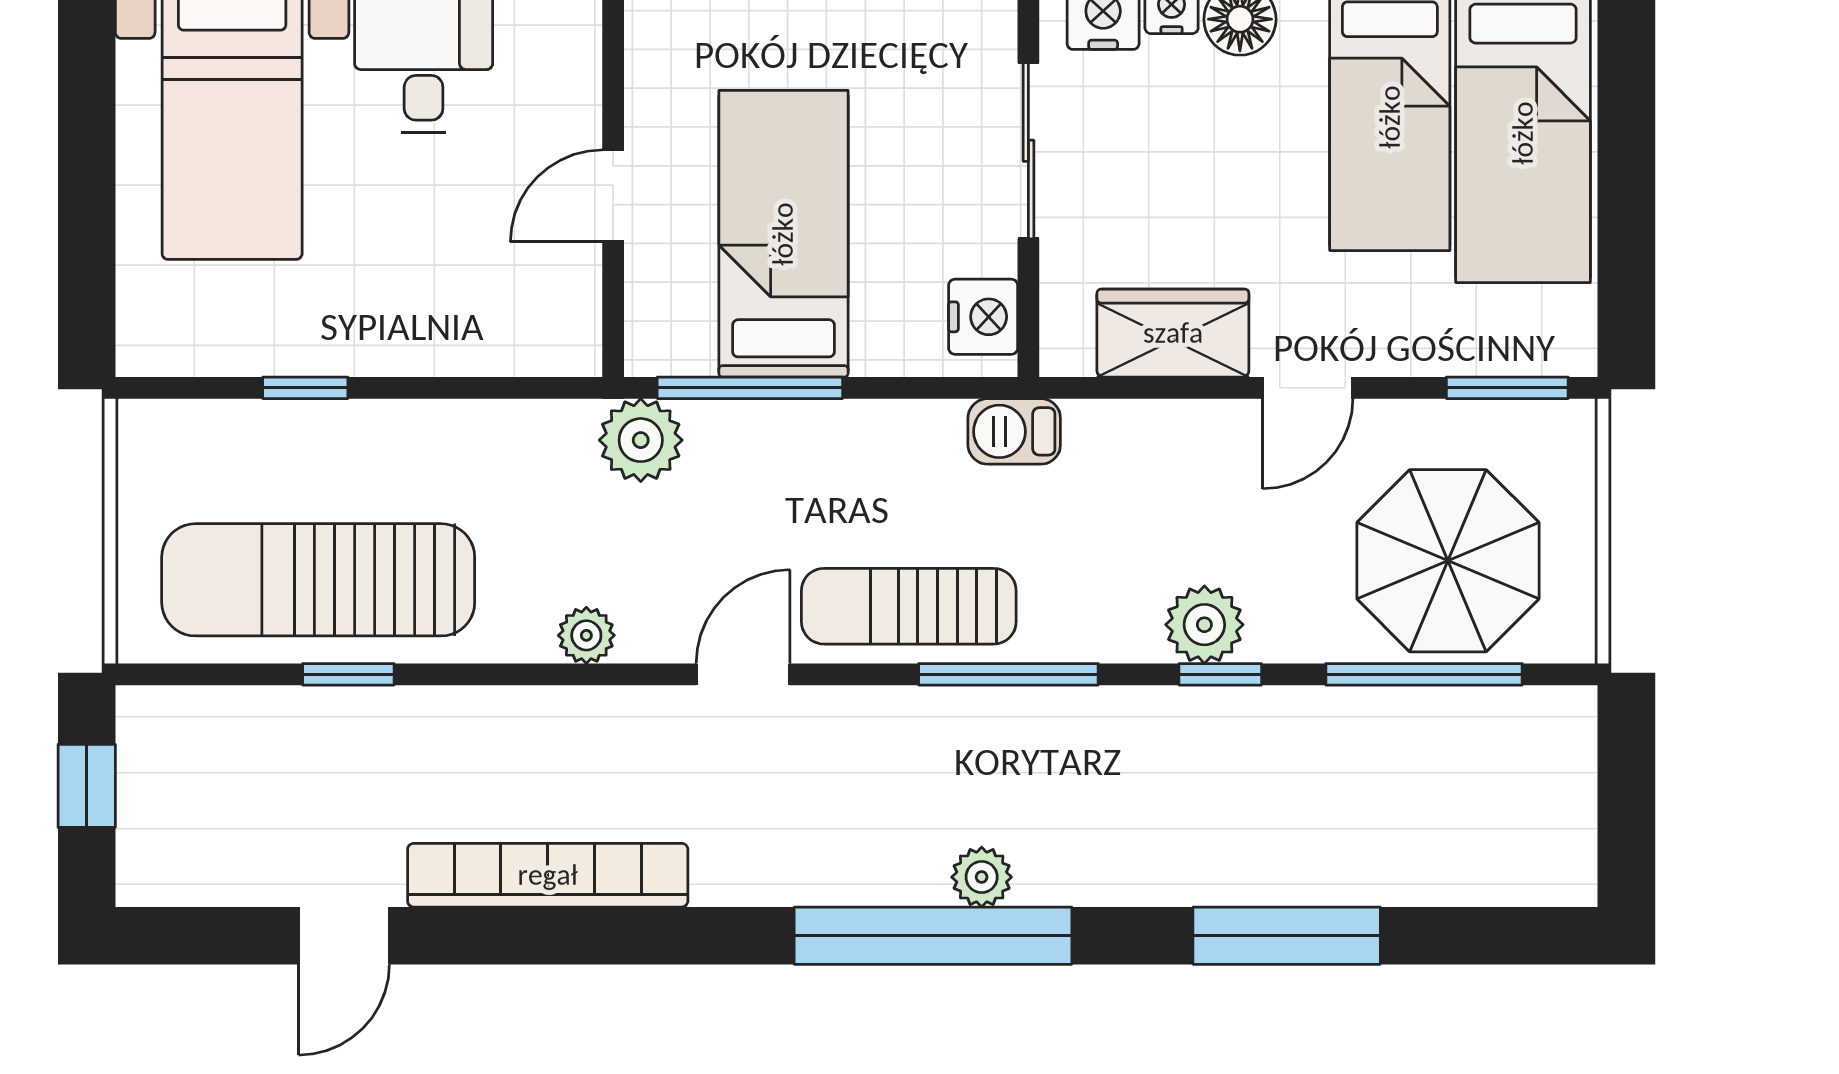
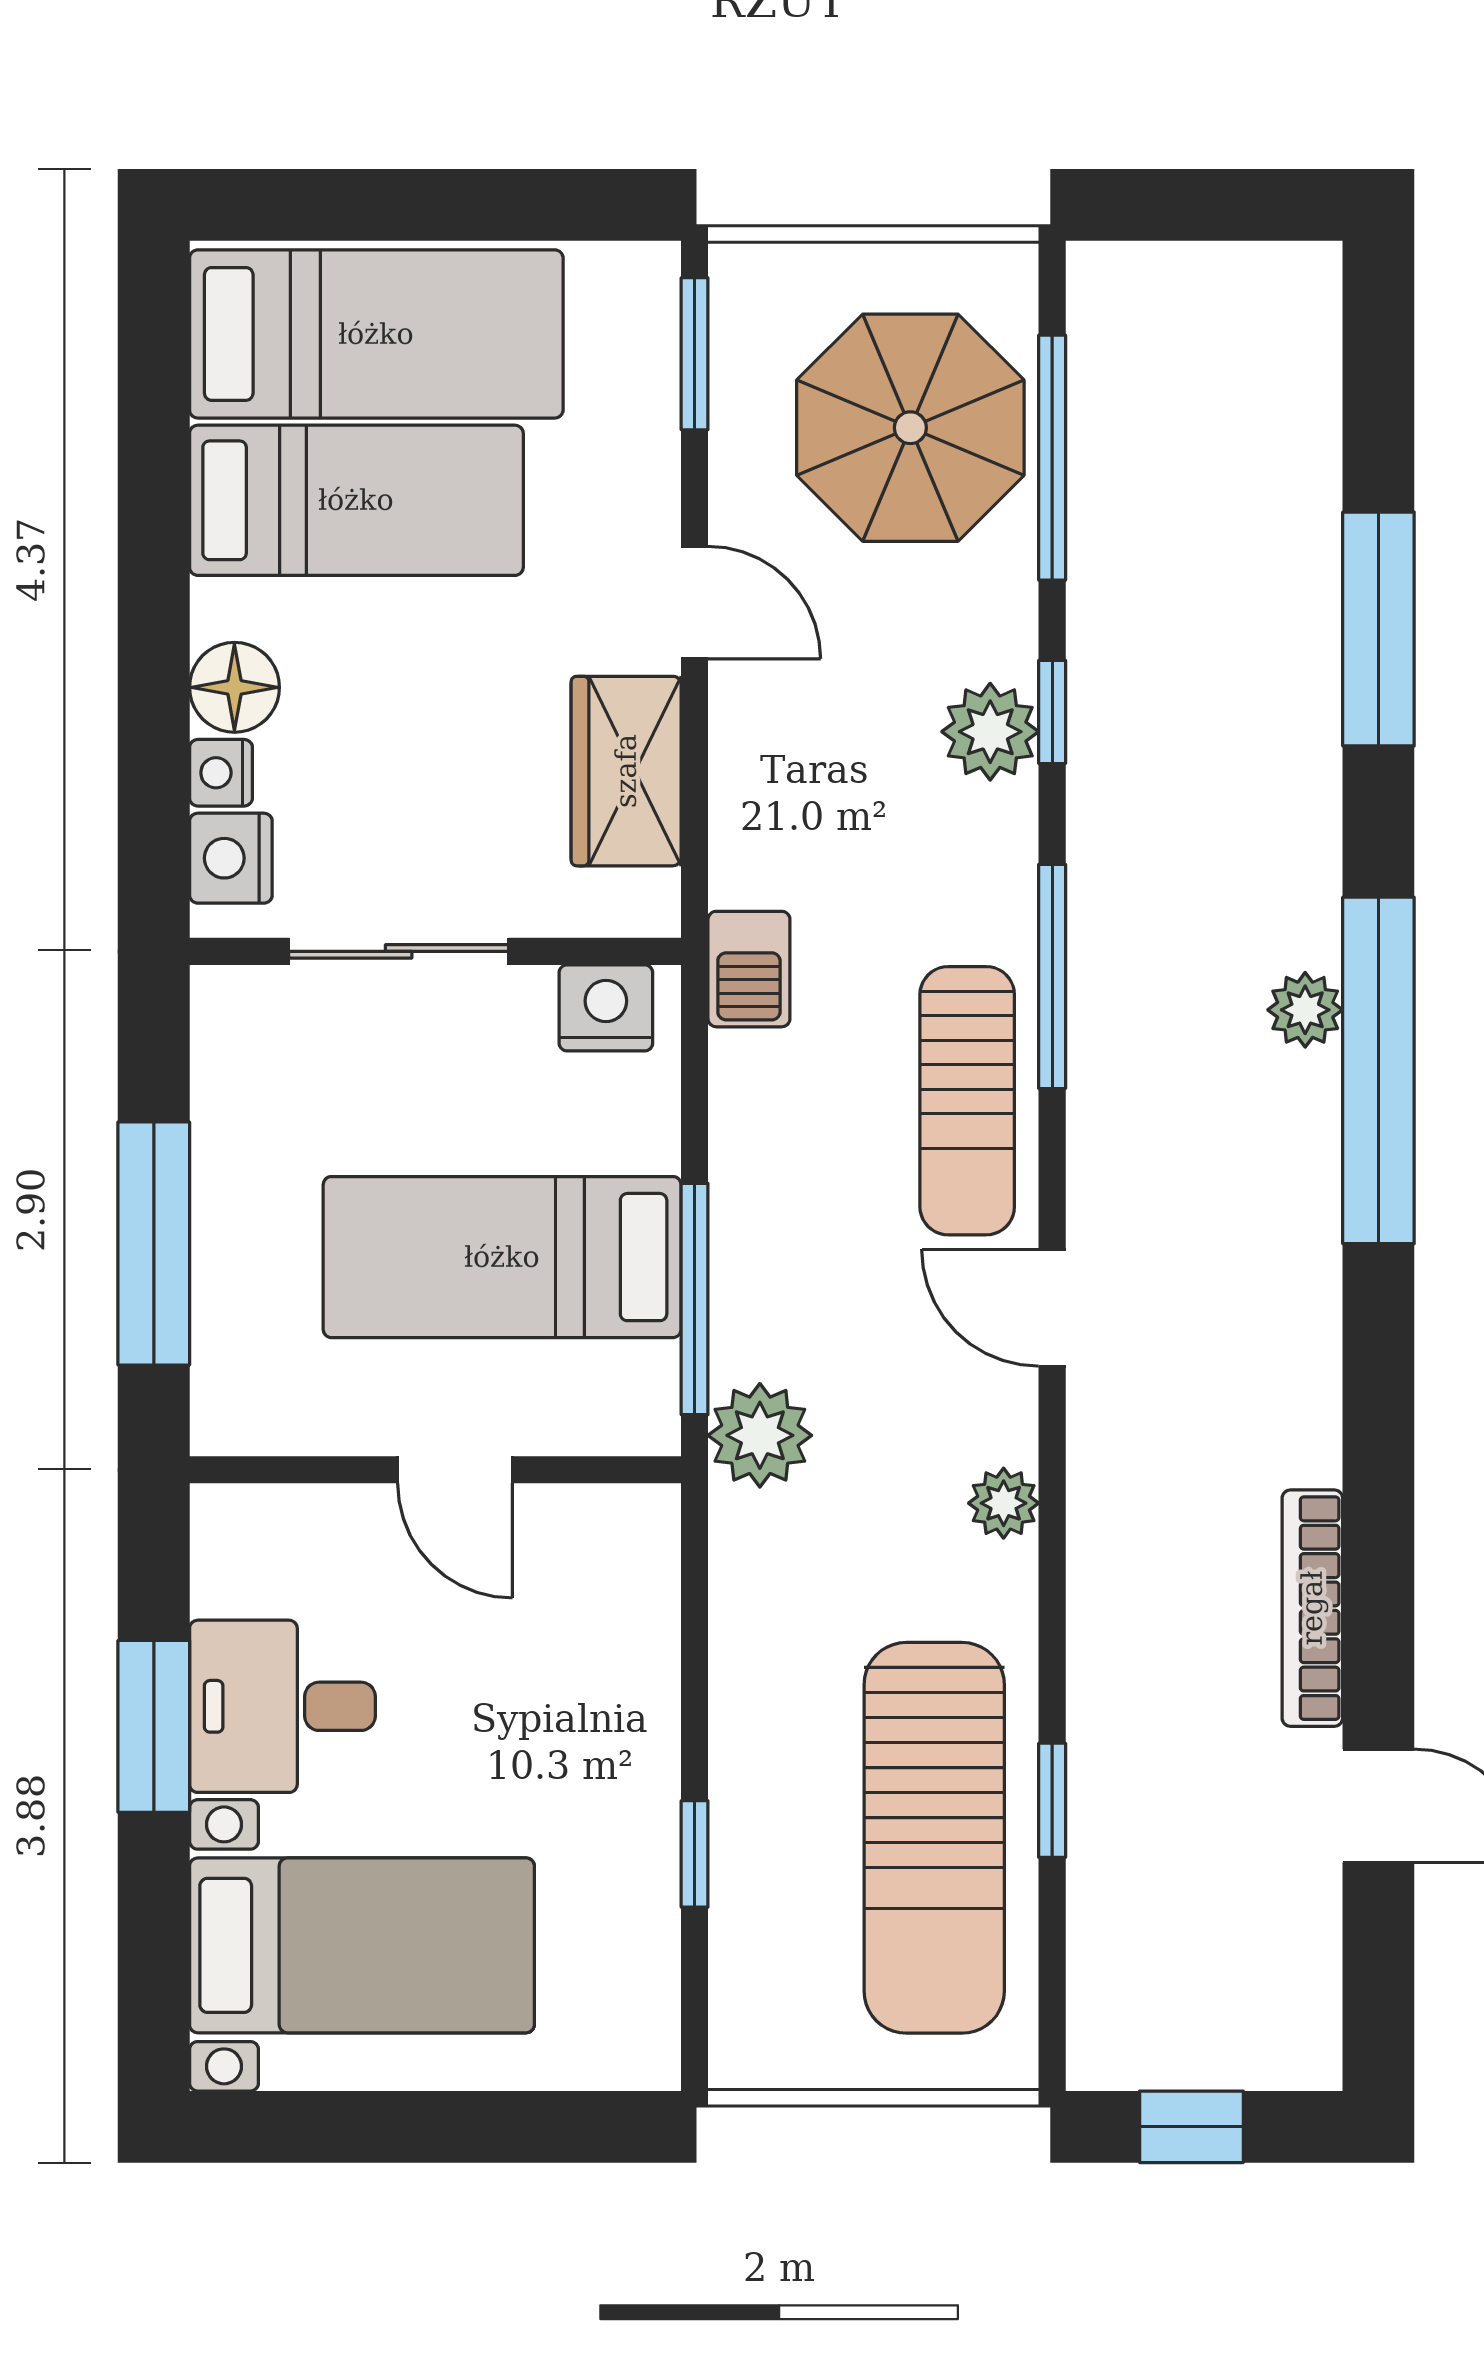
bookcase: (548, 875) -> (1312, 1608), width x0.68, depth x0.76

